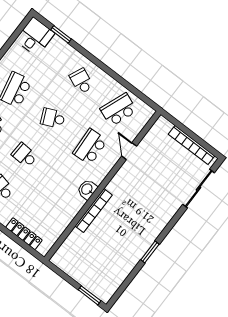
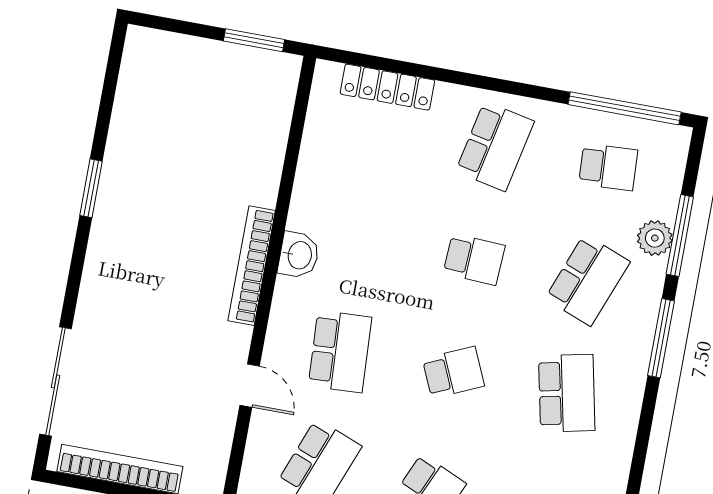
bookcase: (94, 210) -> (252, 266), moved
window: (90, 295) -> (254, 40), moved

